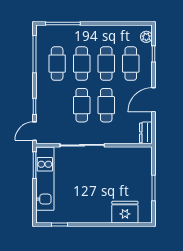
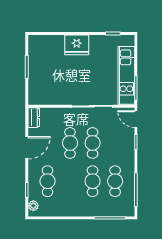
cafe table: (106, 64) -> (70, 181), removed
door: (35, 131) -> (136, 119), swing flipped
fridge: (125, 212) -> (77, 45), moved

